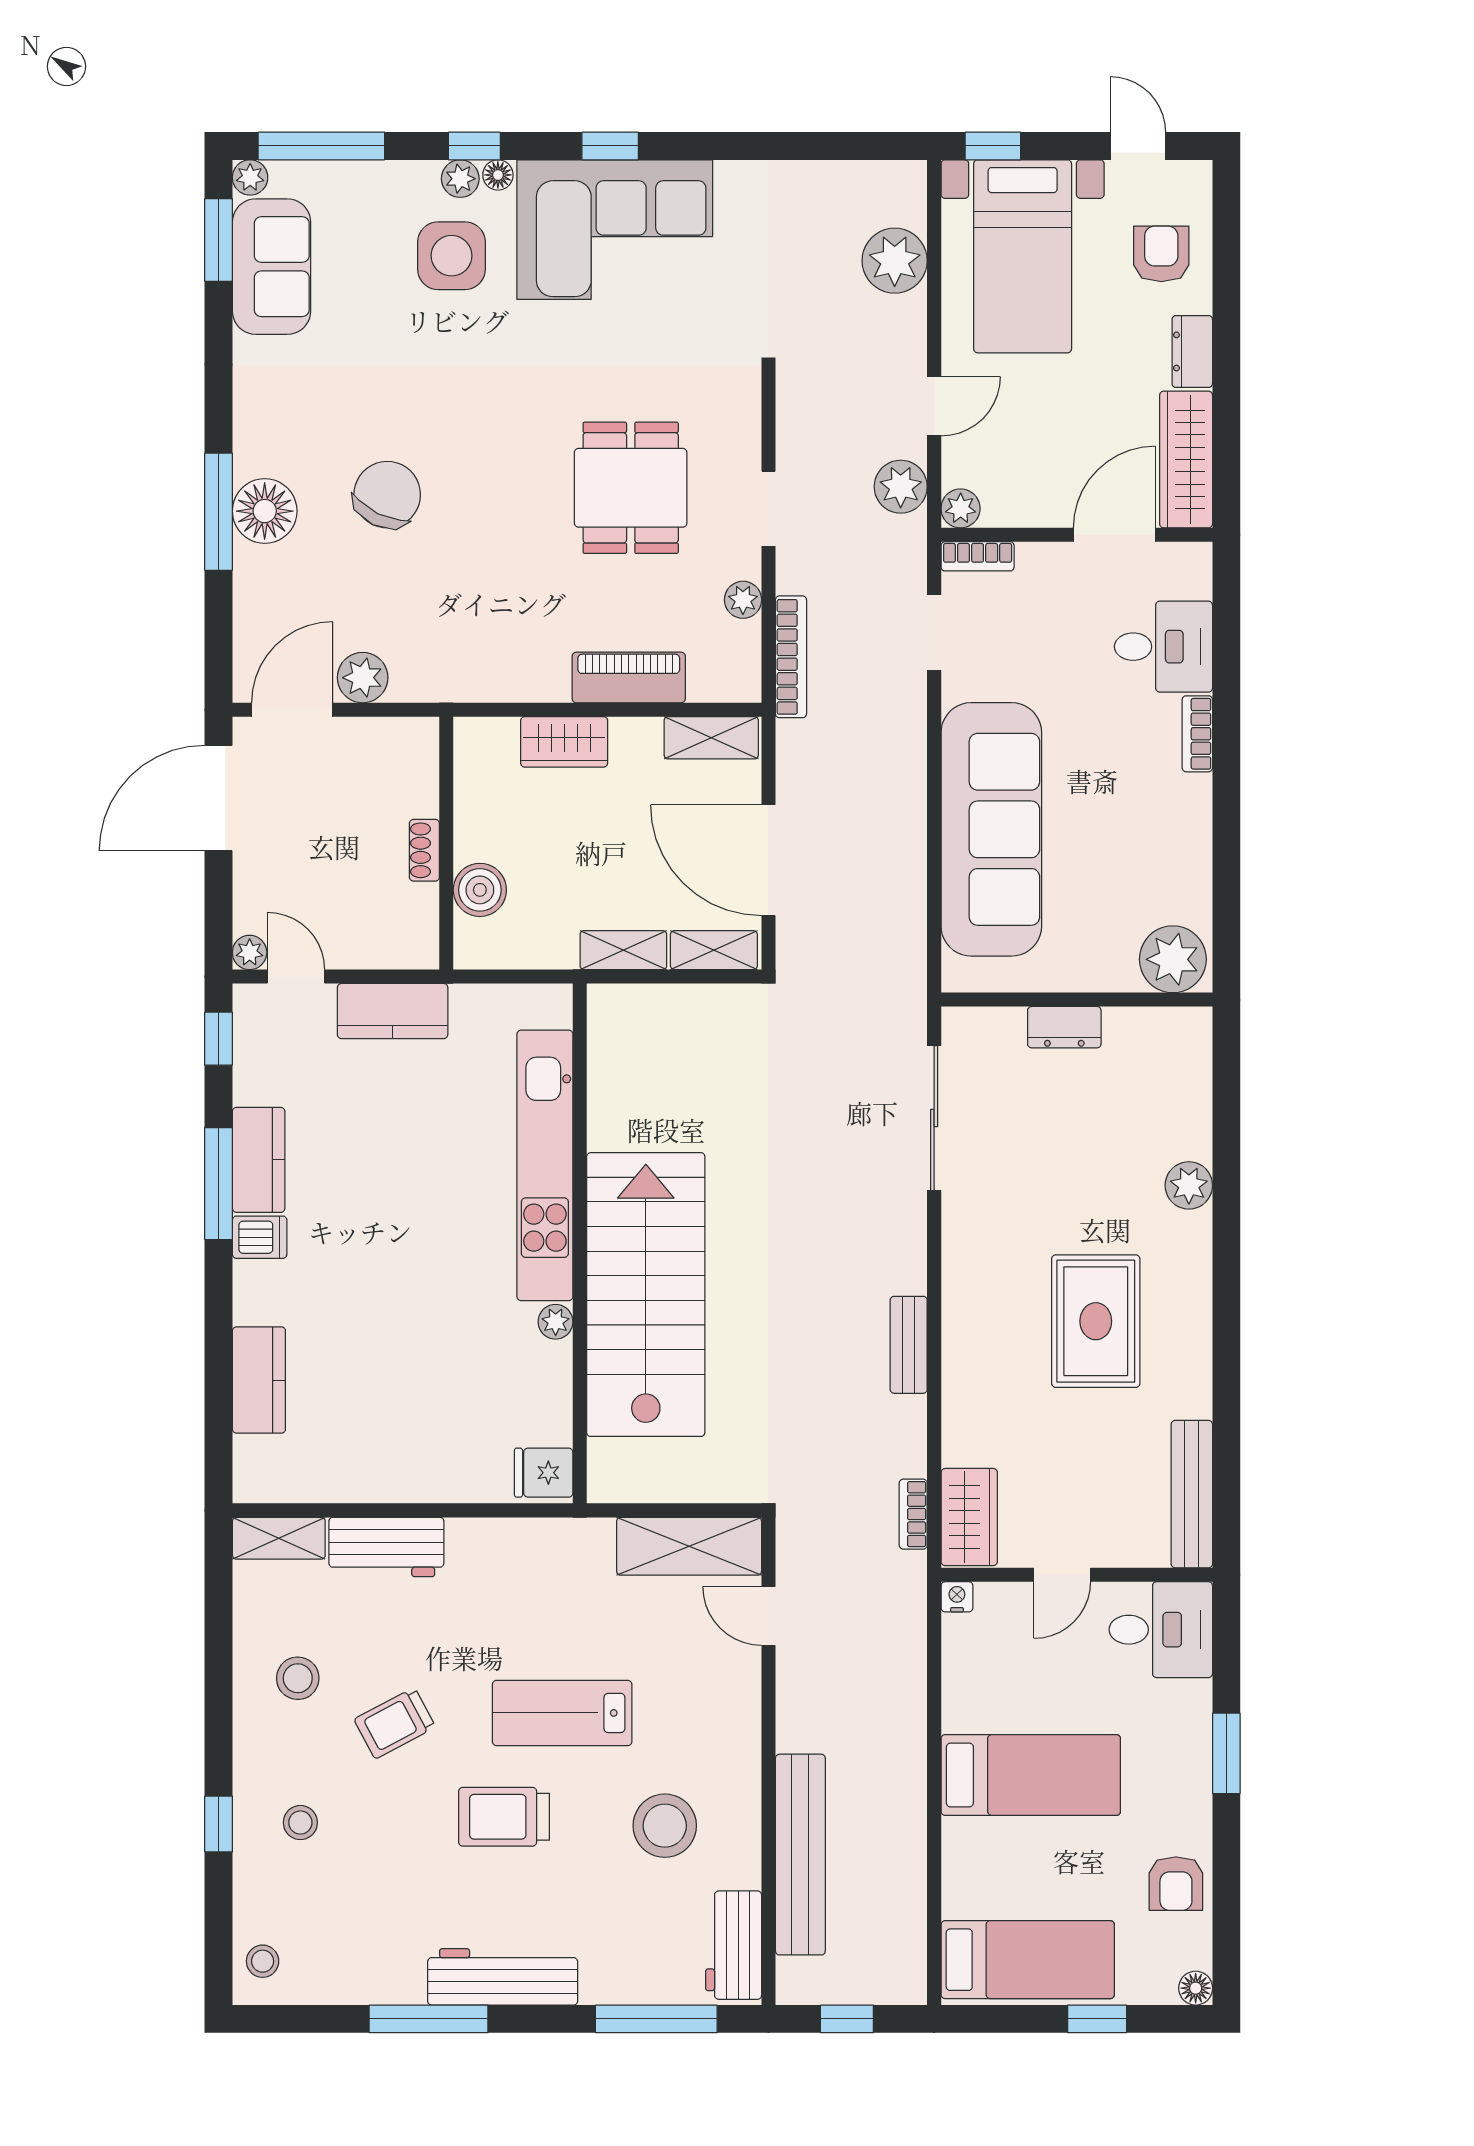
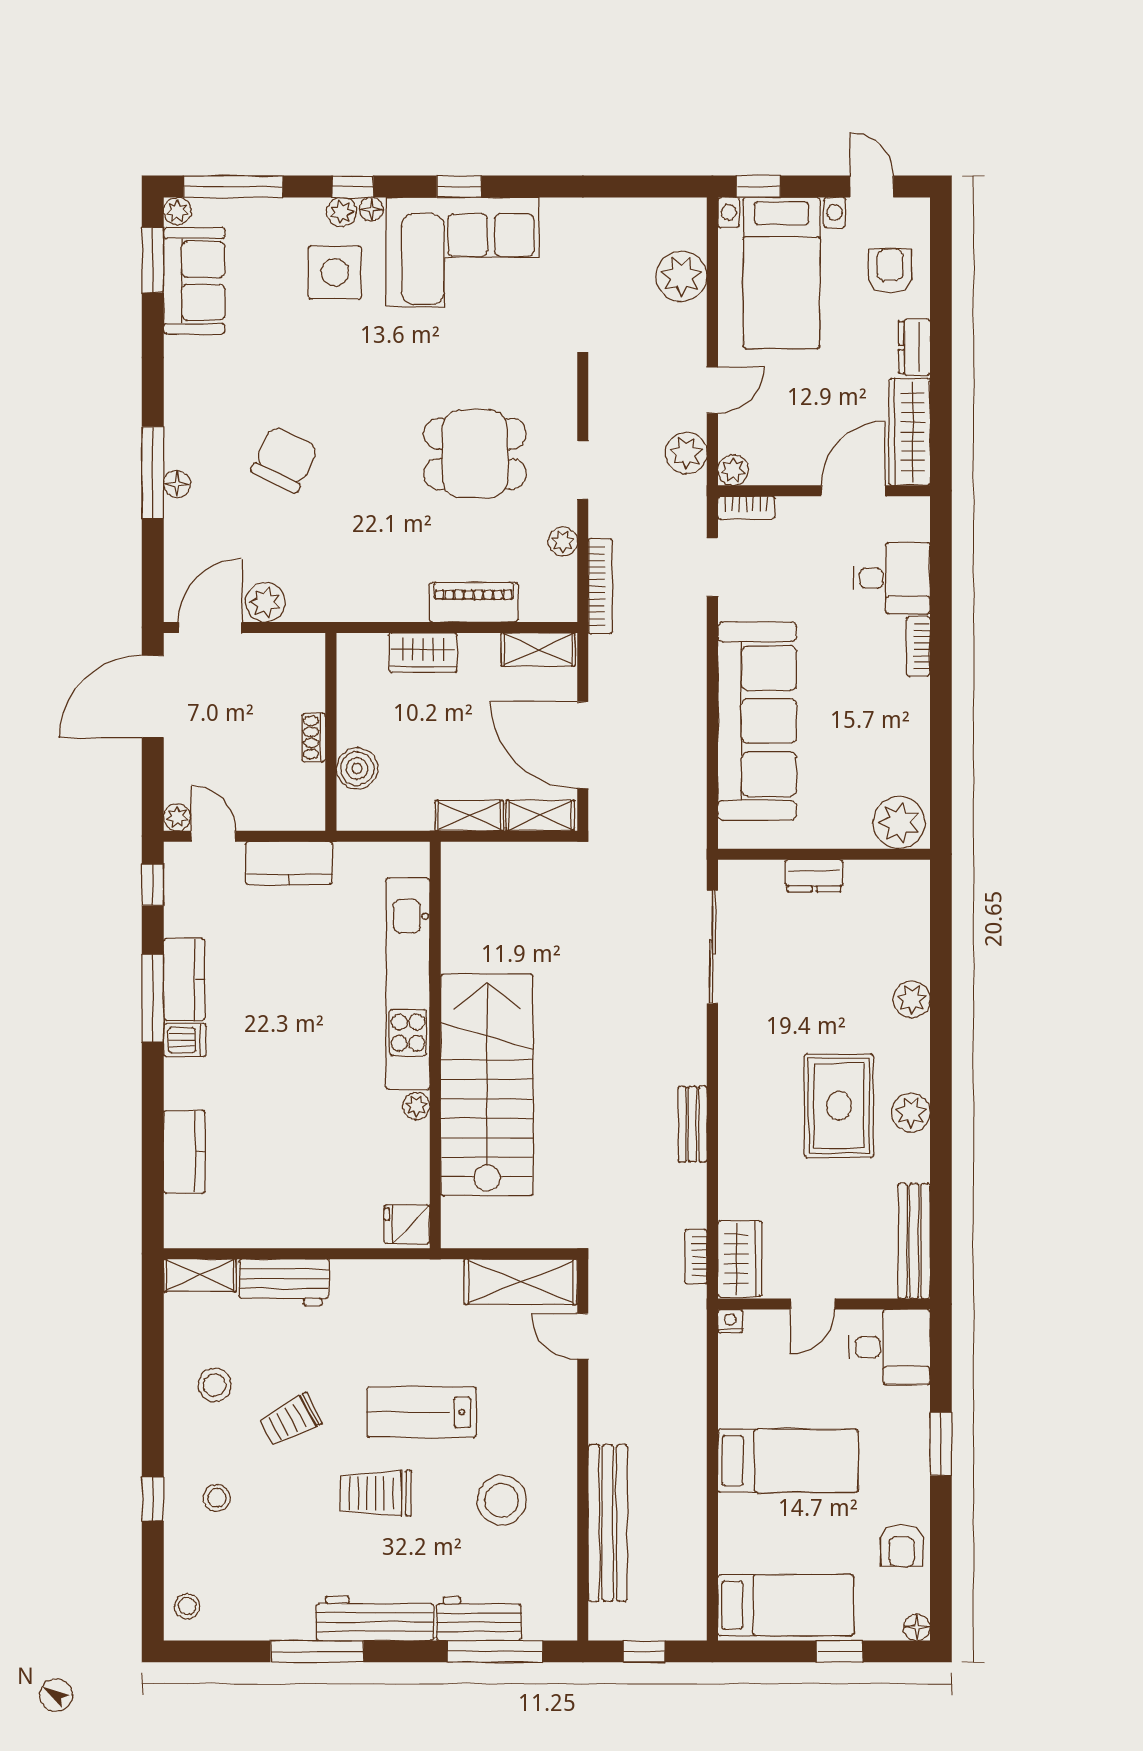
dining table: (631, 488) -> (475, 454), turned 90
floor lamp: (265, 511) -> (177, 484), width x0.53, depth x0.53
plant: (1188, 1330) -> (911, 1113), added
workbench: (734, 1945) -> (479, 1619), moved, turned 90

